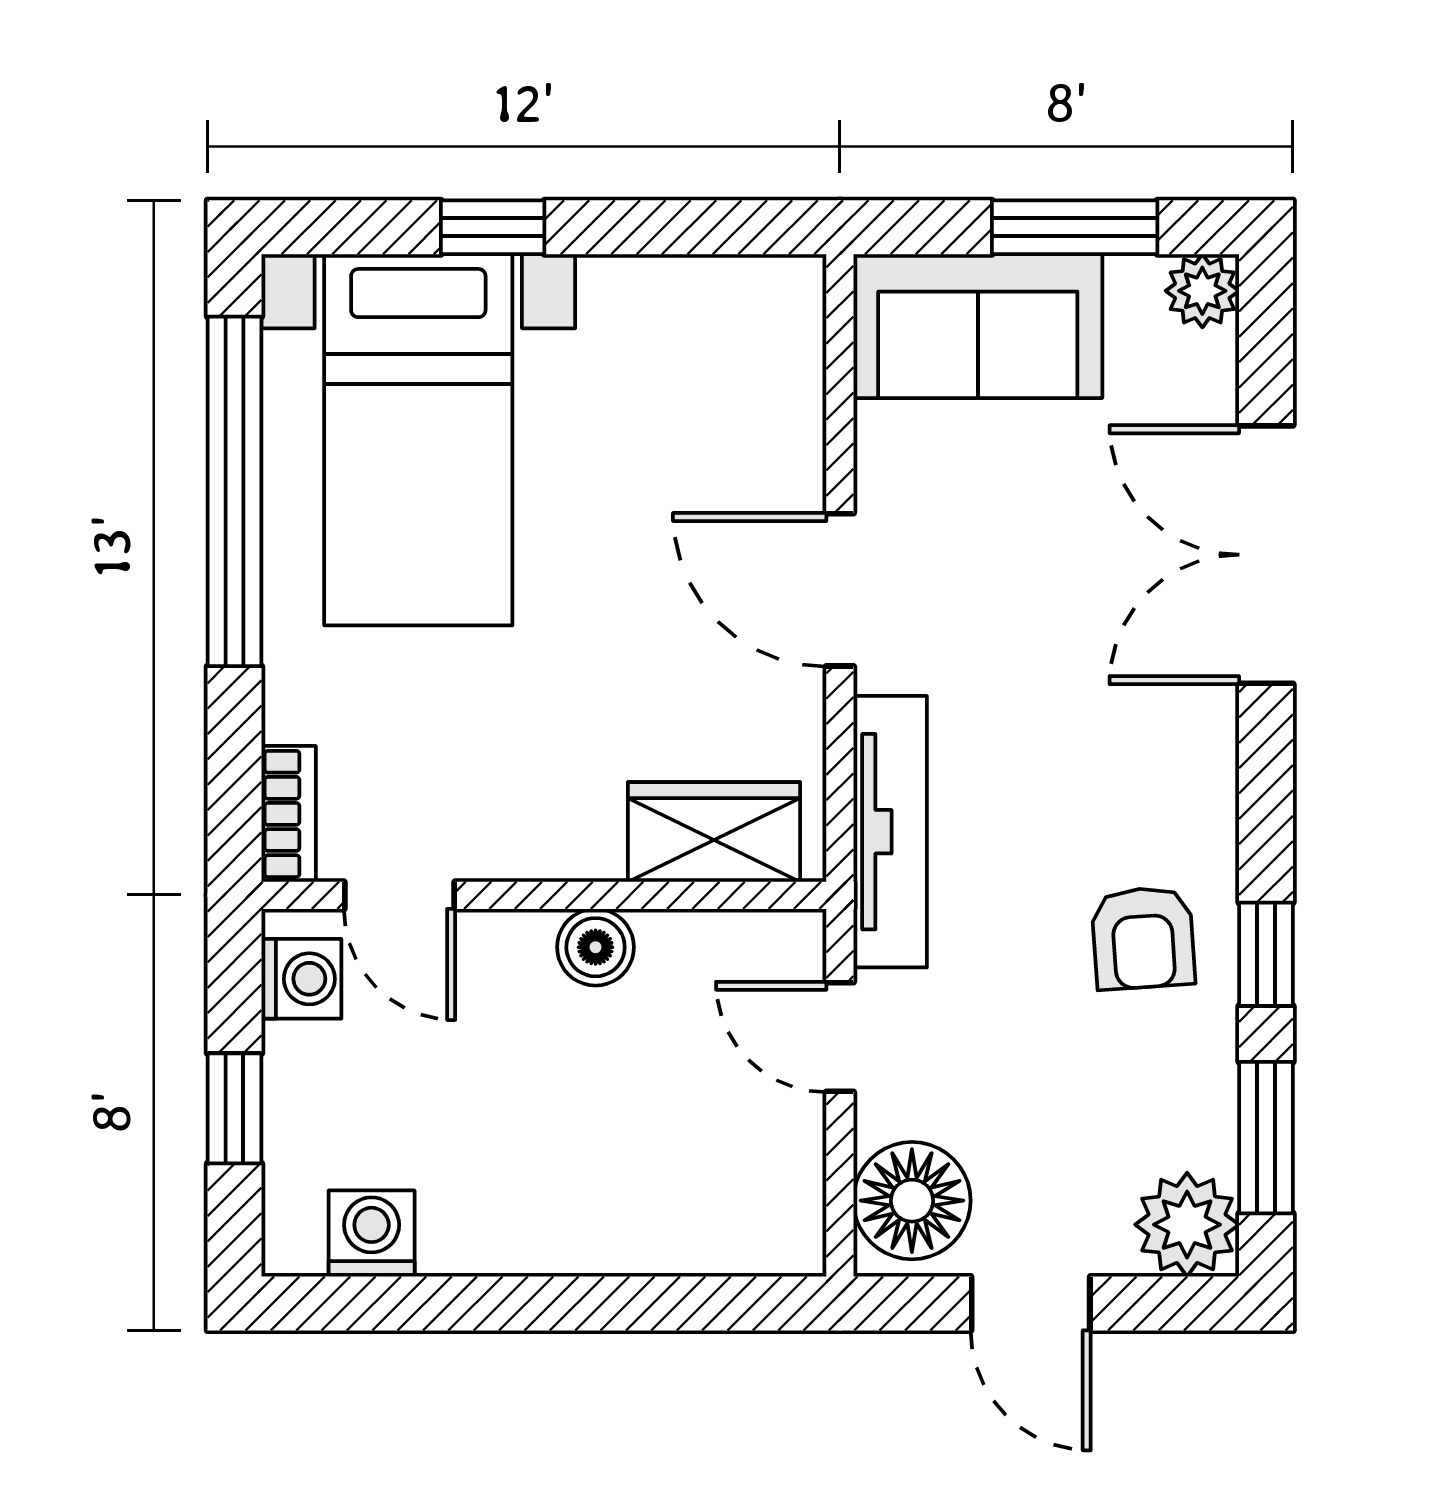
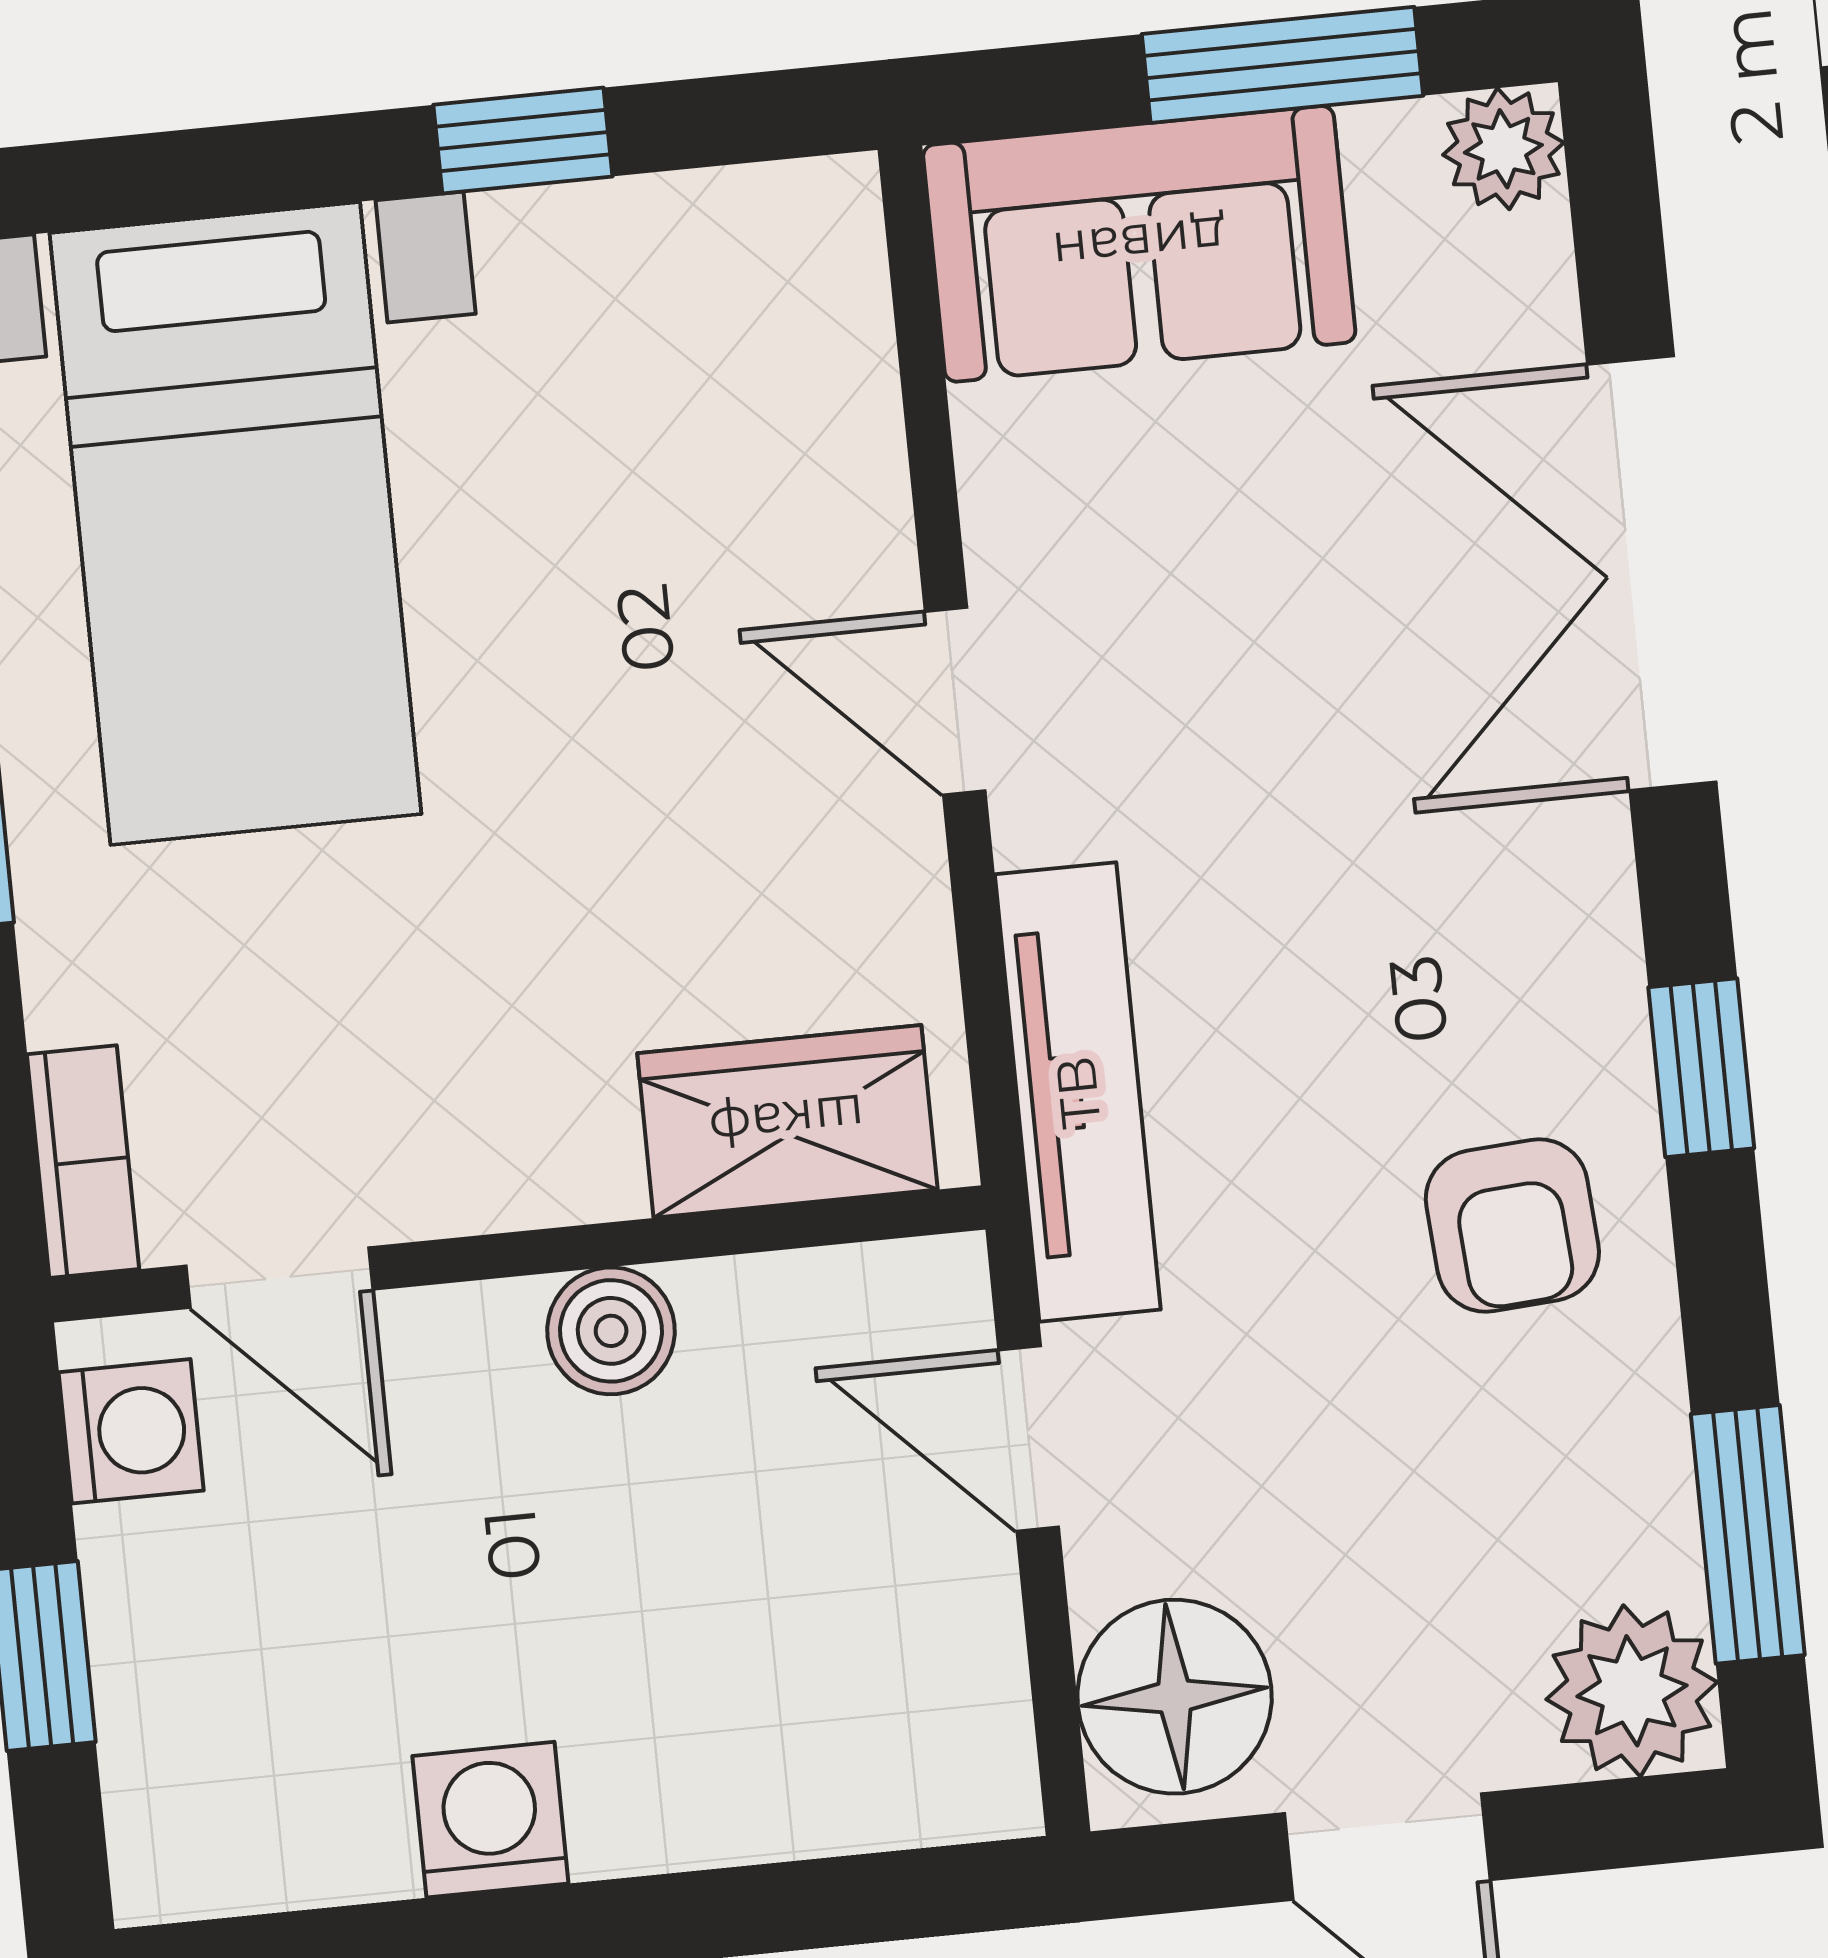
window: (493, 227) -> (523, 141), moved
door: (840, 590) -> (955, 701), width x0.73
window: (1266, 954) -> (1701, 1068), moved
washing machine: (372, 1234) -> (490, 1820), moved

